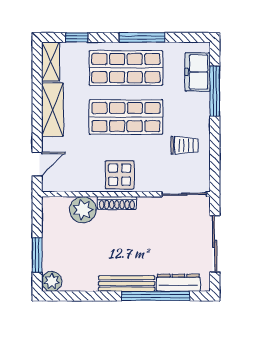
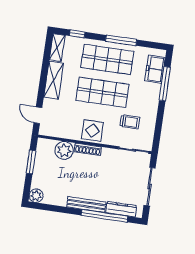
trolley: (184, 145) -> (130, 122), moved
door: (37, 164) -> (38, 115), swing flipped
window: (37, 255) -> (31, 162), moved

